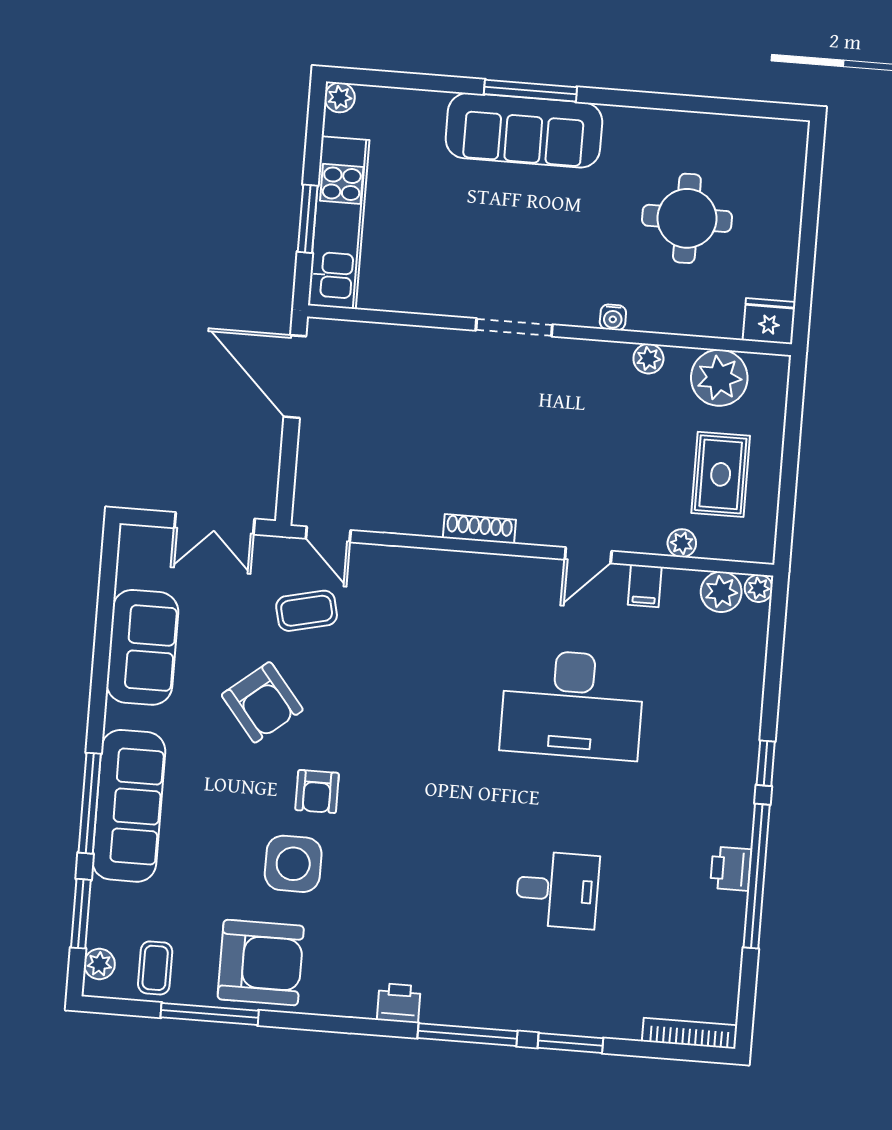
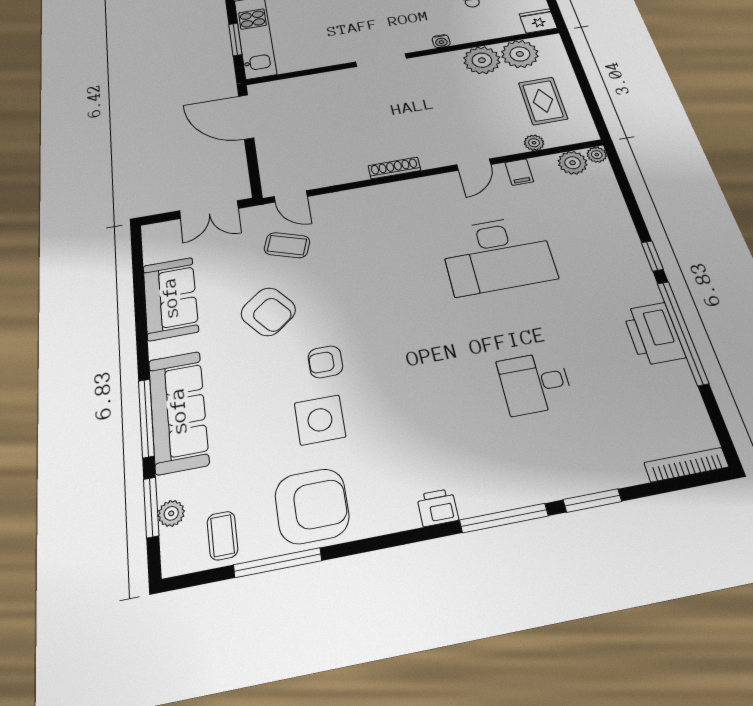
plant: (648, 359) -> (482, 60), width x1.88, depth x1.88
coffee table: (307, 611) -> (287, 245), turned 32
armchair: (317, 792) -> (325, 362), turned 90
printer: (731, 869) -> (654, 334), width x1.87, depth x1.48
desk: (557, 890) -> (535, 383), turned 180
plant: (99, 964) -> (171, 513), moved

